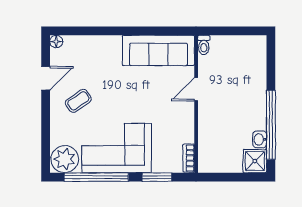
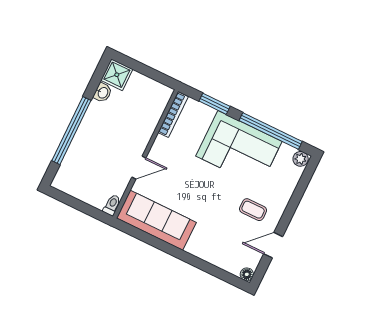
coffee table: (78, 101) -> (253, 210), turned 35
window: (271, 125) -> (71, 131), moved
bookcase: (189, 158) -> (173, 115), width x1.56
plant: (65, 159) -> (301, 159), width x0.53, depth x0.53

